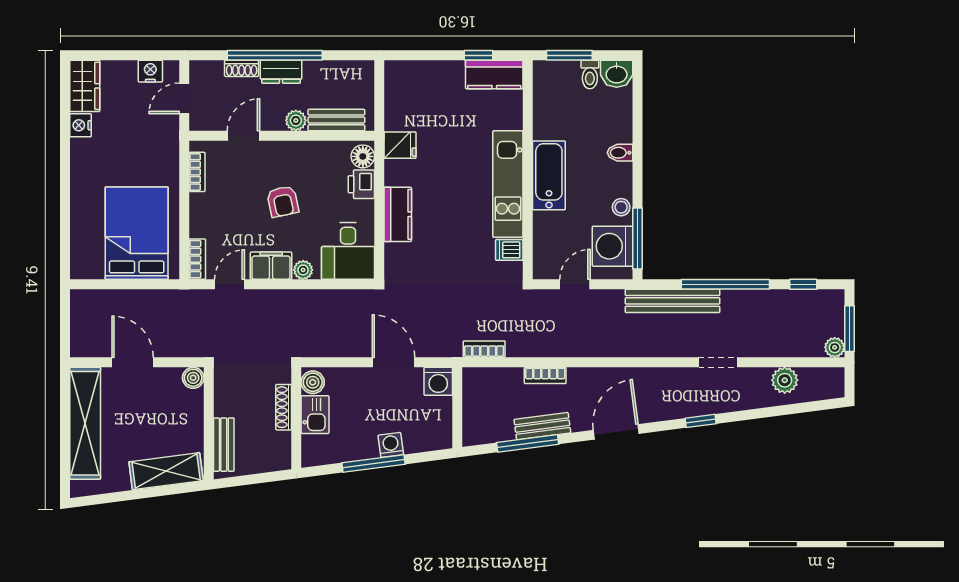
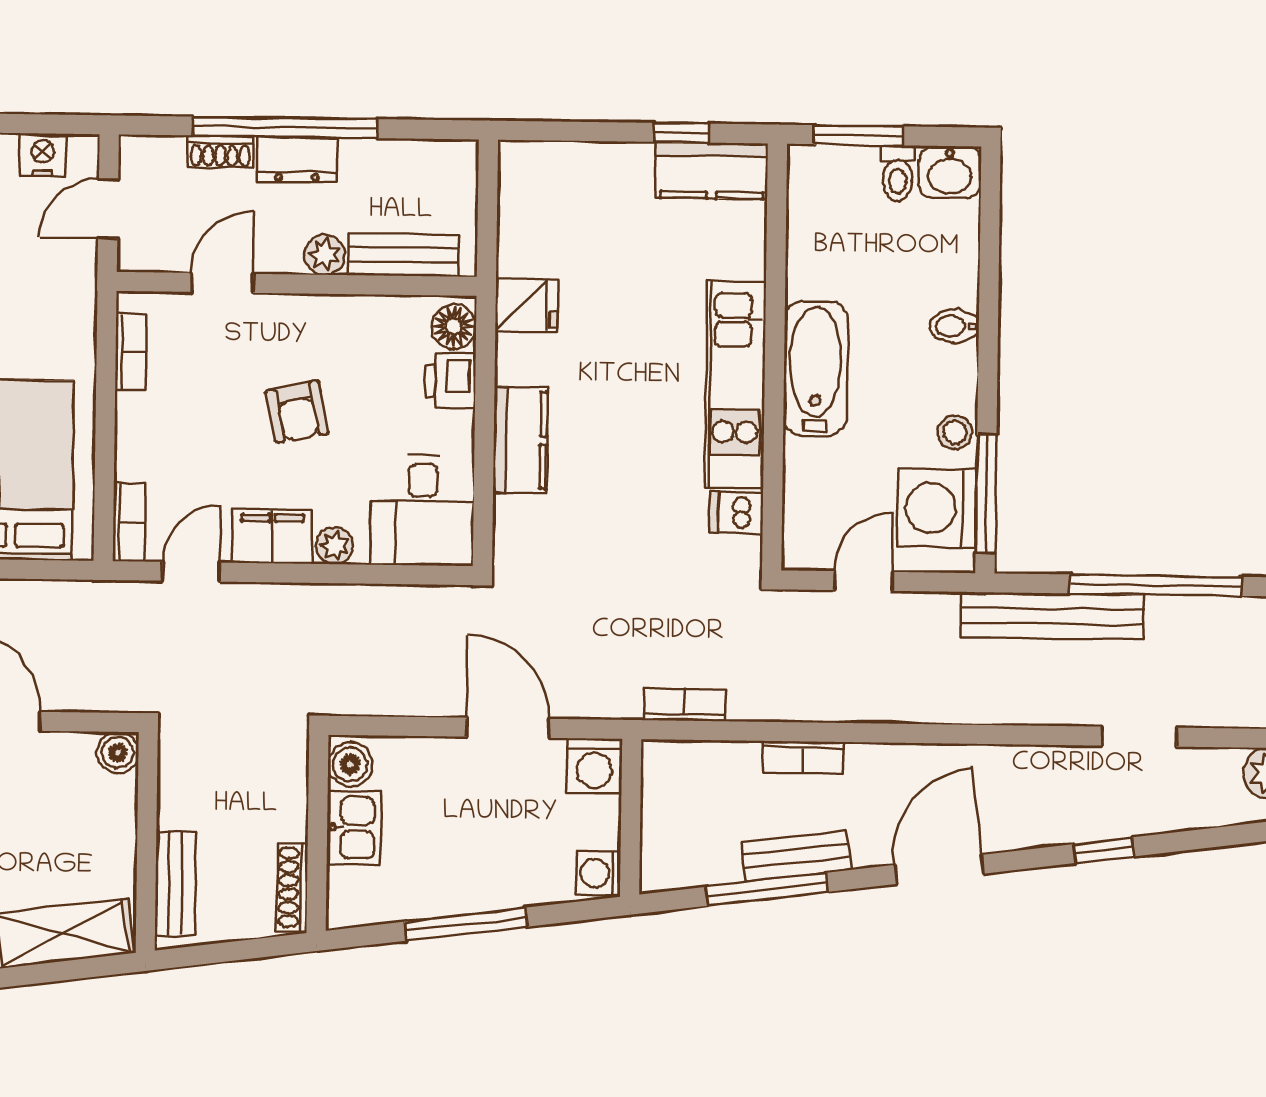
shoe rack: (284, 407) -> (292, 887), moved
washing machine: (391, 445) -> (598, 873), moved, turned -83

